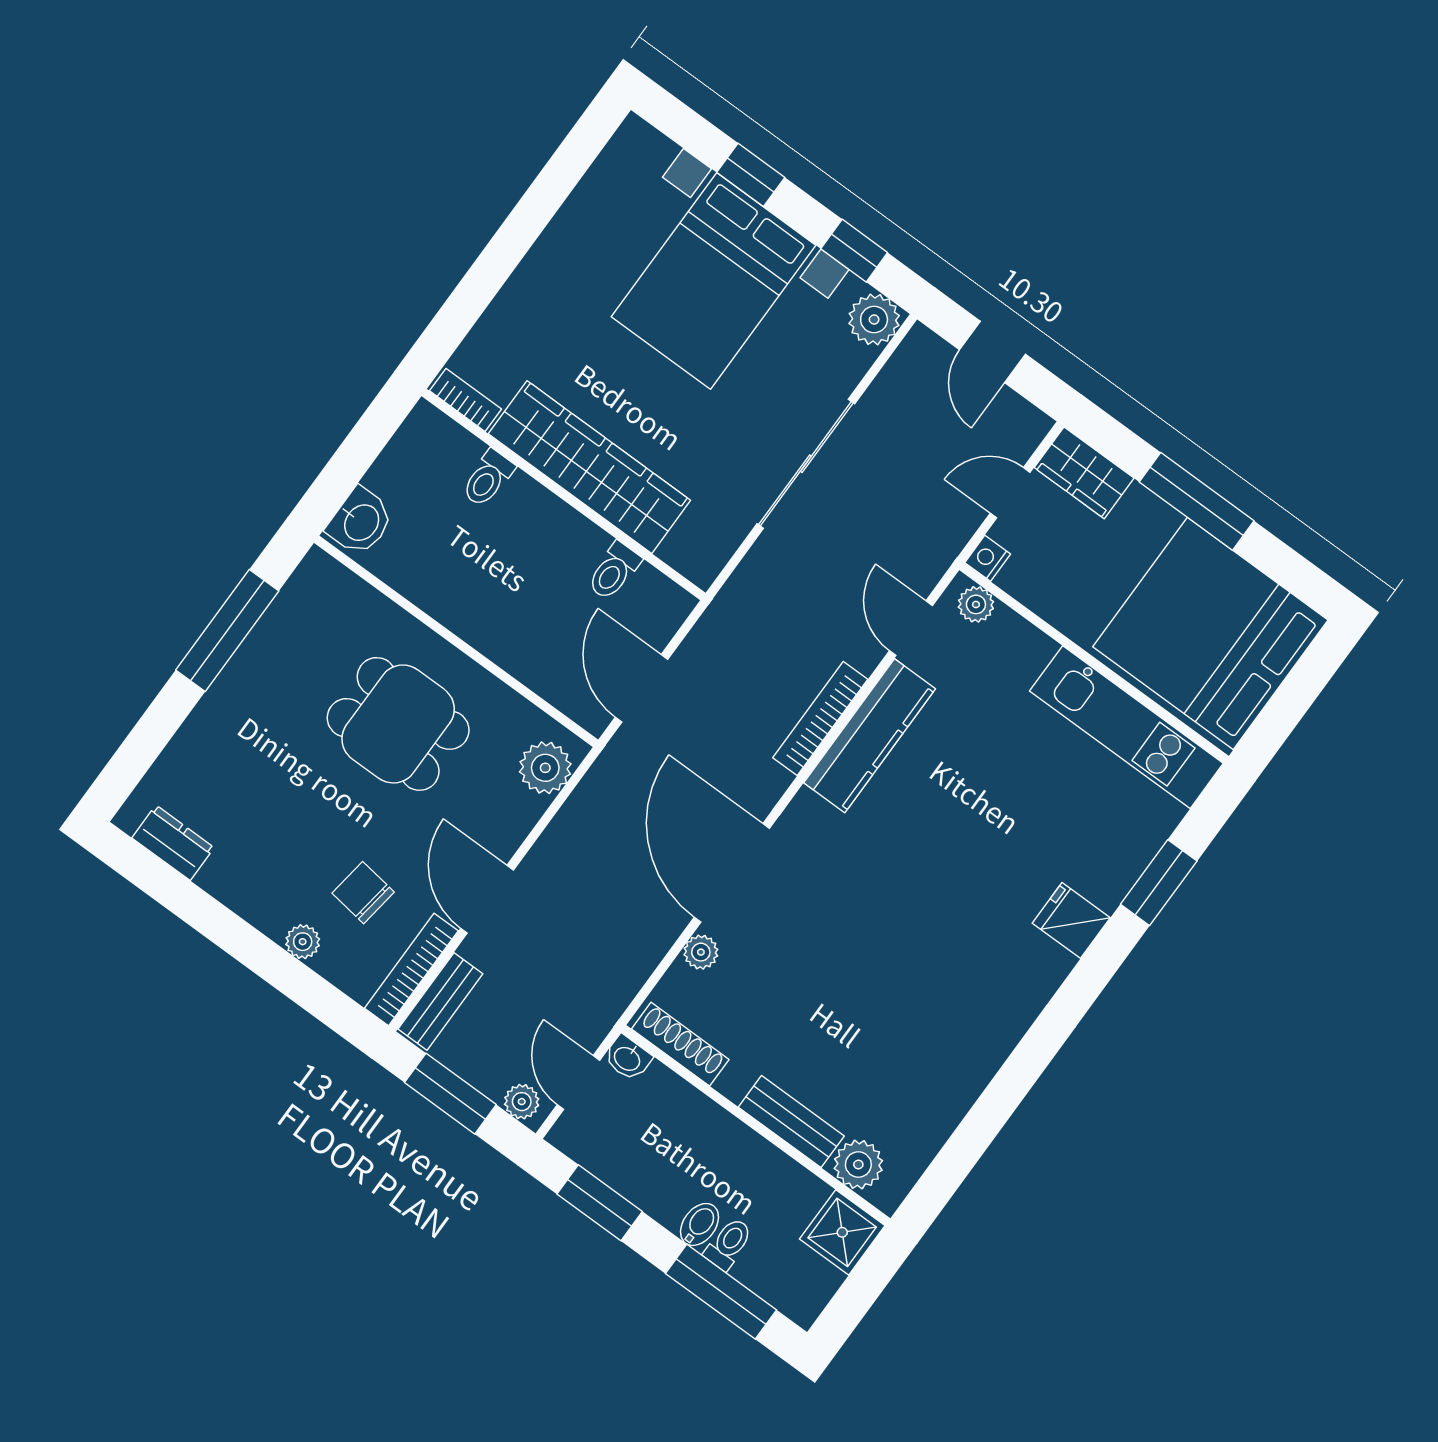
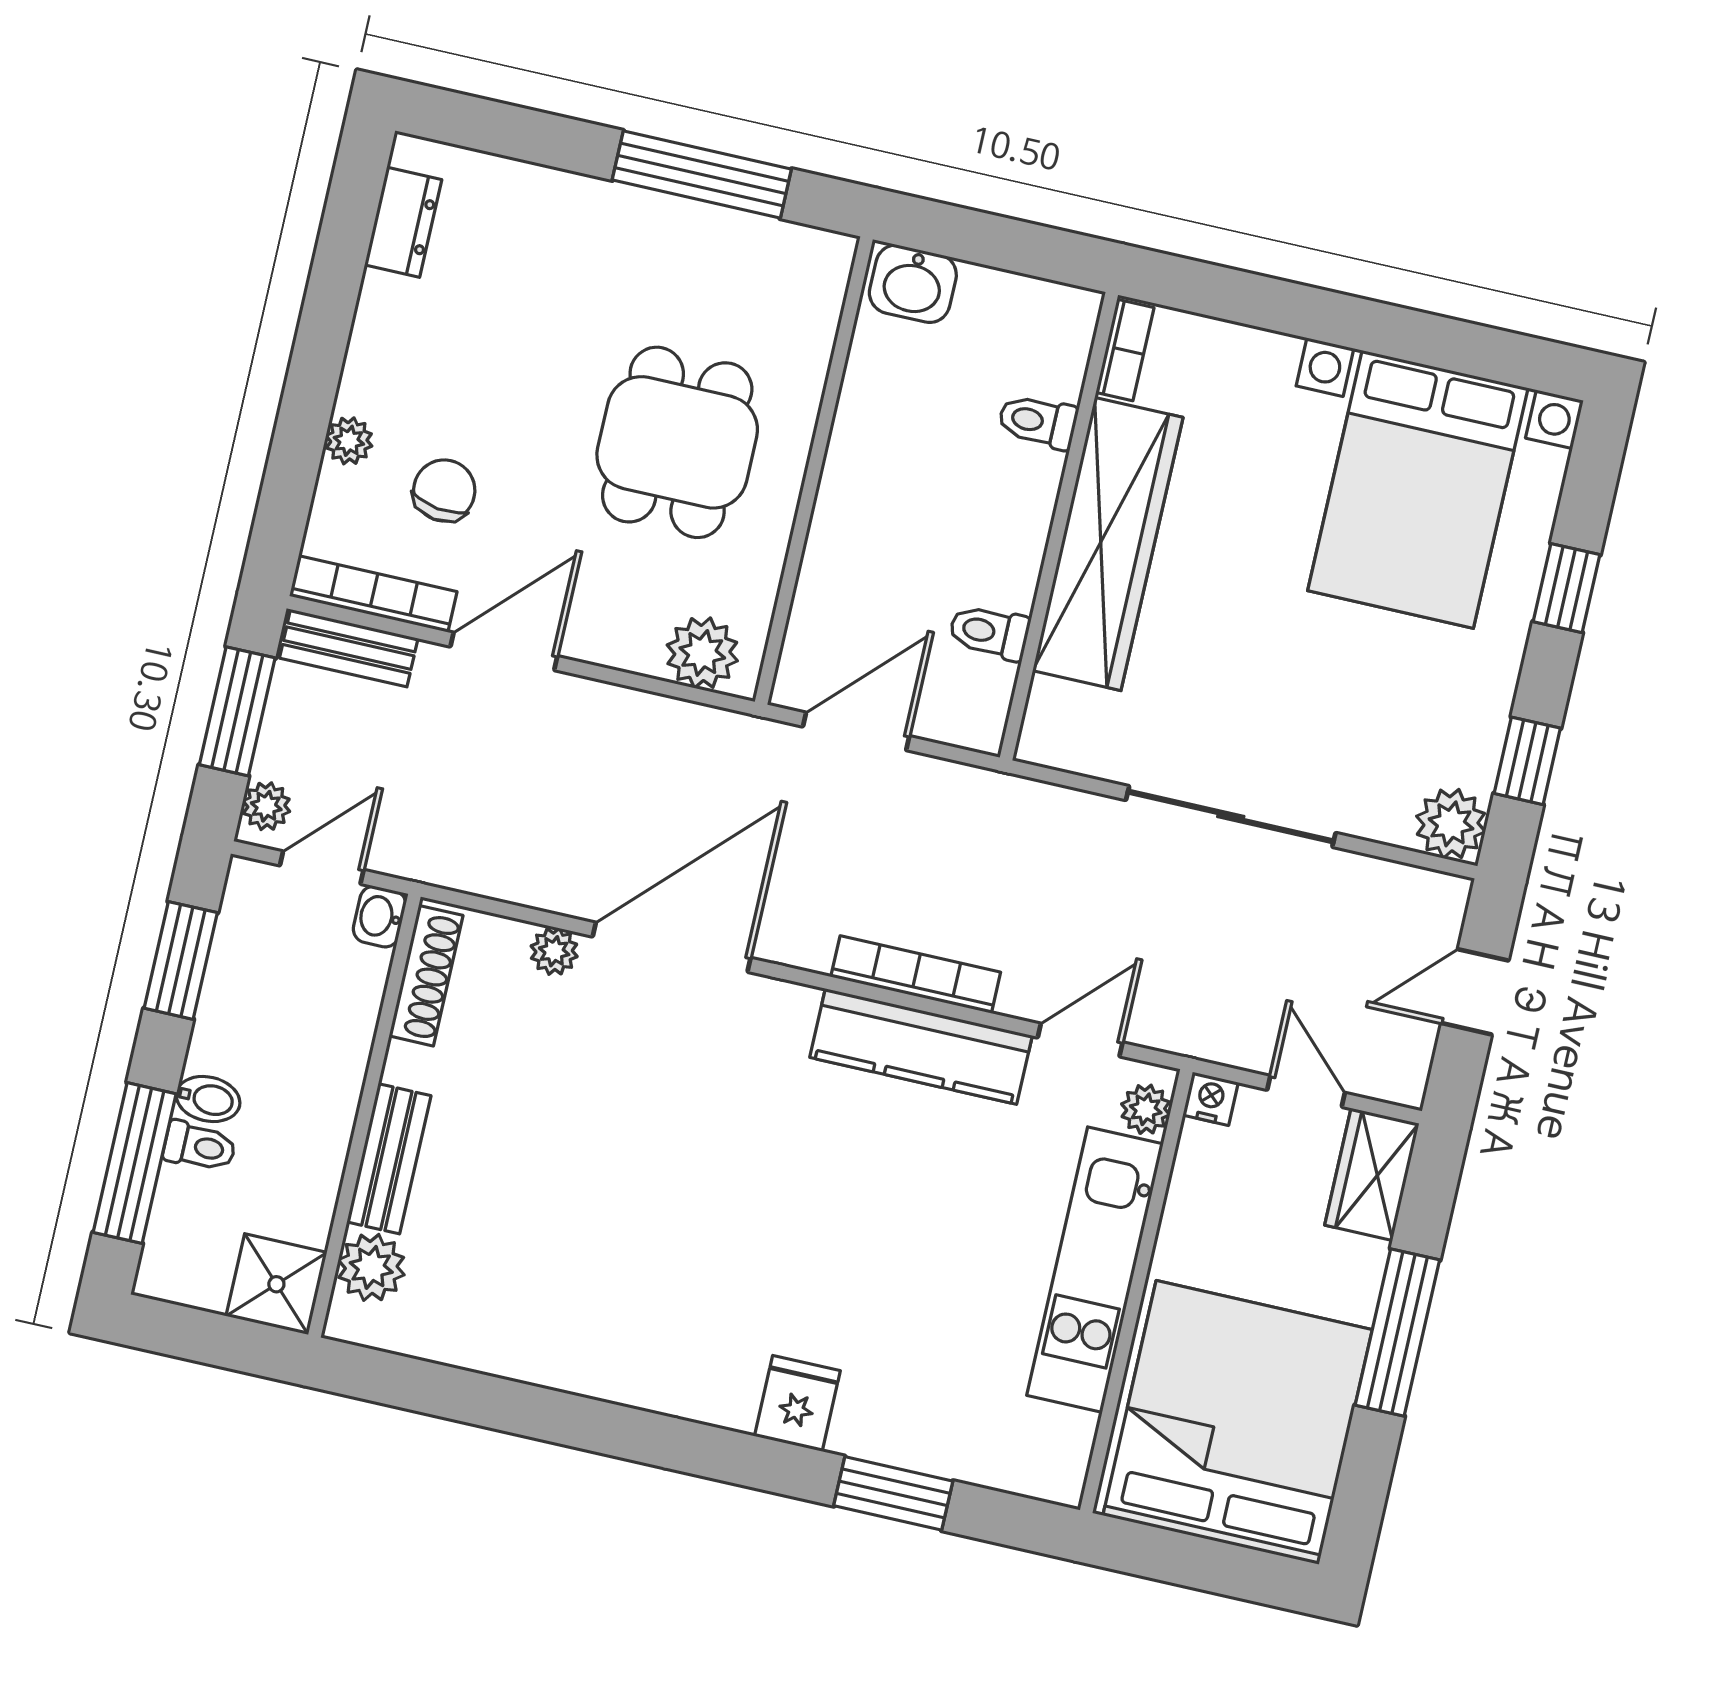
bed with nightstands: (714, 281) -> (1418, 489), moved, turned -90
kitchen unit: (1126, 727) -> (1095, 1270), moved

